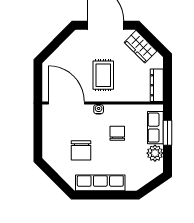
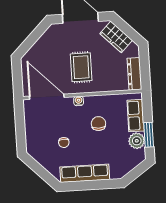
window: (167, 133) -> (149, 135), moved
chair: (81, 150) -> (64, 143), width x0.54, depth x0.54

